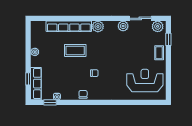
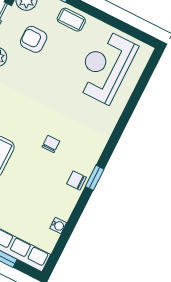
armchair: (140, 39) -> (34, 39), added
window: (50, 102) -> (95, 178), moved

